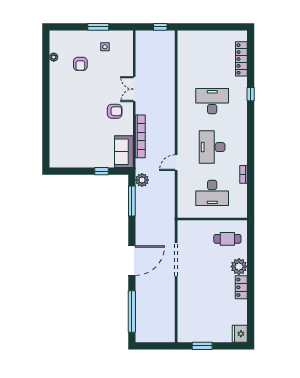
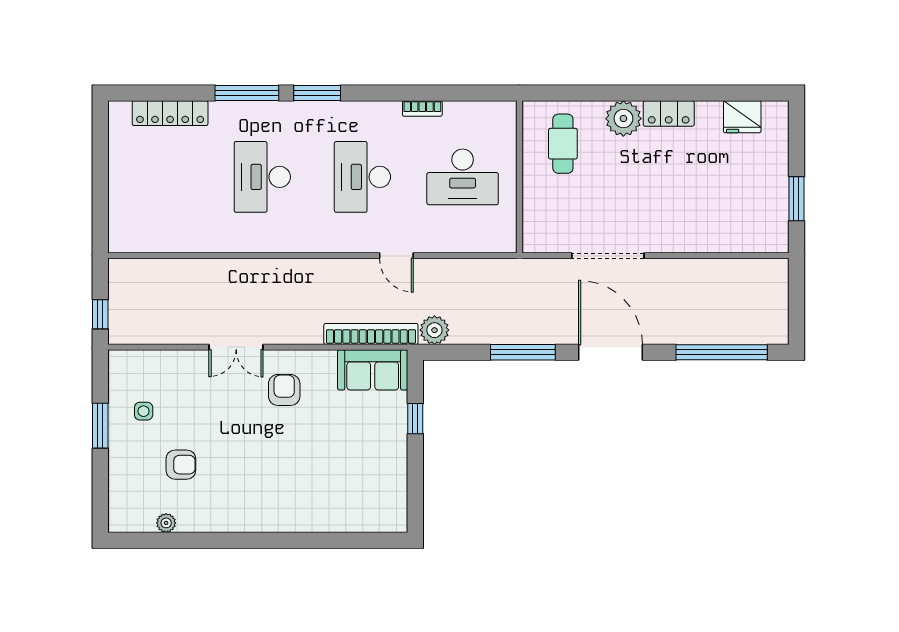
window: (160, 27) -> (100, 314), moved
window: (251, 94) -> (247, 93), width x2.17
window: (251, 126) -> (317, 93), added
bookcase: (140, 136) -> (371, 334), moved
desk: (212, 147) -> (362, 177), turned 90
desk: (212, 193) -> (463, 177), turned 90
window: (132, 201) -> (523, 352), moved
fridge: (240, 334) -> (742, 117), moved

